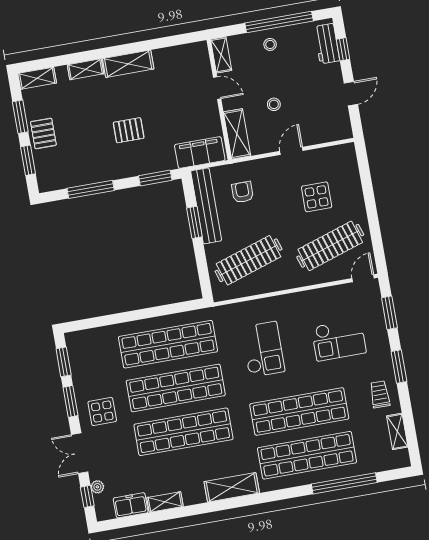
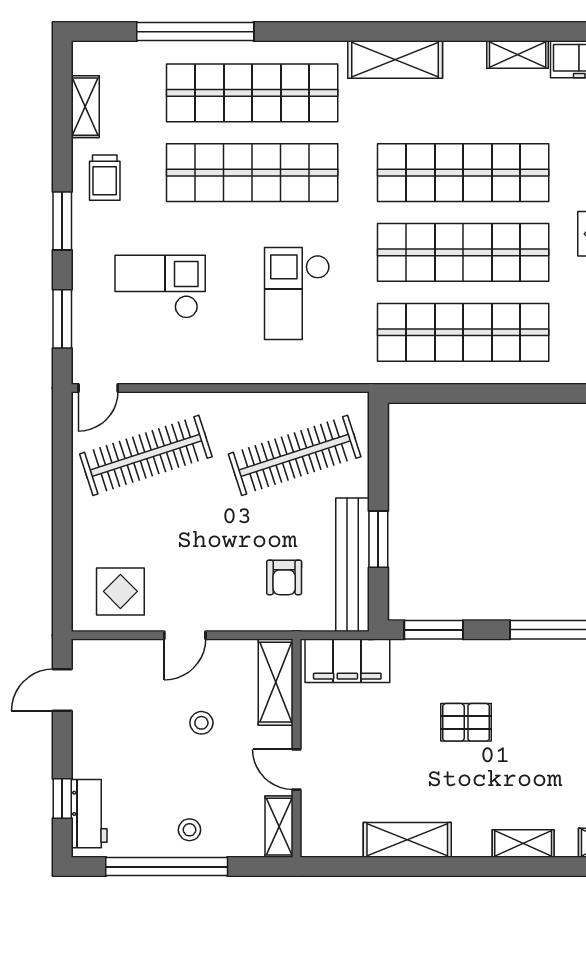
shelving: (128, 64) -> (407, 840), moved
door: (351, 94) -> (62, 690), moved
display table: (317, 197) -> (120, 591), moved

